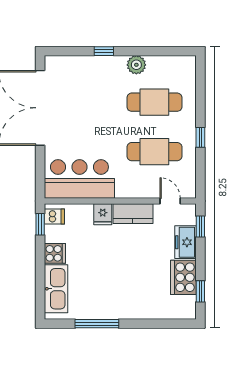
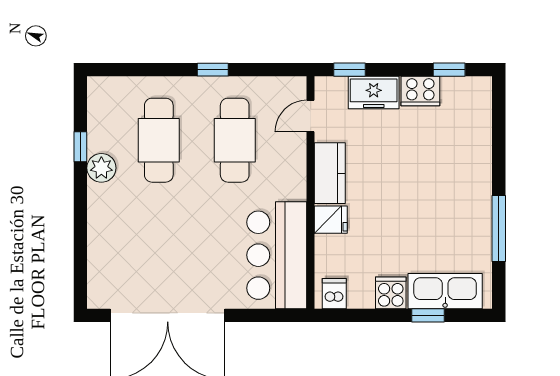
window: (104, 51) -> (80, 147), moved
window: (40, 224) -> (428, 315), moved
cooker: (183, 277) -> (420, 91), width x0.73, depth x0.76

